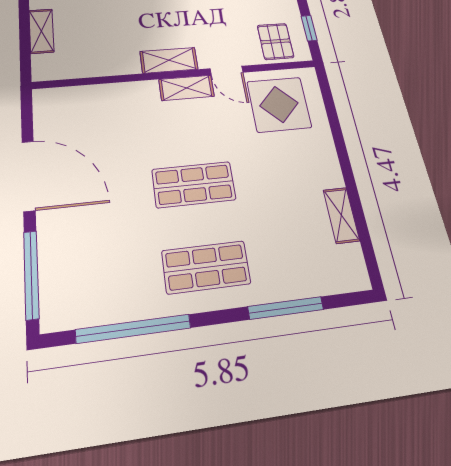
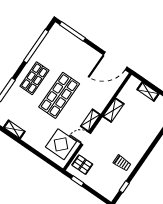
shelving: (169, 60) -> (113, 110), moved
door: (29, 176) -> (115, 61), moved
shop shelf: (194, 185) -> (59, 95), width x1.43, depth x1.36

